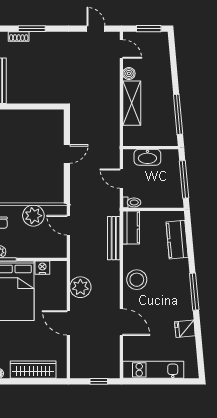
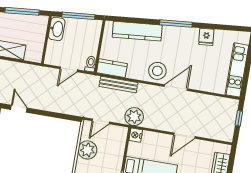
door: (67, 154) -> (19, 109), moved
washbasin: (147, 157) -> (57, 29), moved
kitchen counter: (177, 240) -> (137, 31), width x1.50
nightstand: (42, 268) -> (136, 135), moved
plant: (80, 287) -> (134, 117), moved
door: (121, 322) -> (176, 88), moved

